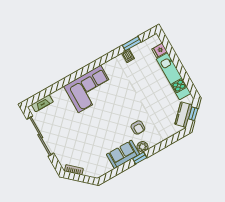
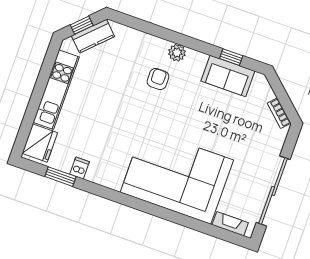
fridge: (159, 50) -> (40, 143), width x1.88, depth x1.34
corner sofa: (90, 89) -> (177, 176), width x1.36, depth x1.36
sofa: (123, 154) -> (228, 76), moved
window: (140, 158) -> (231, 57), moved

